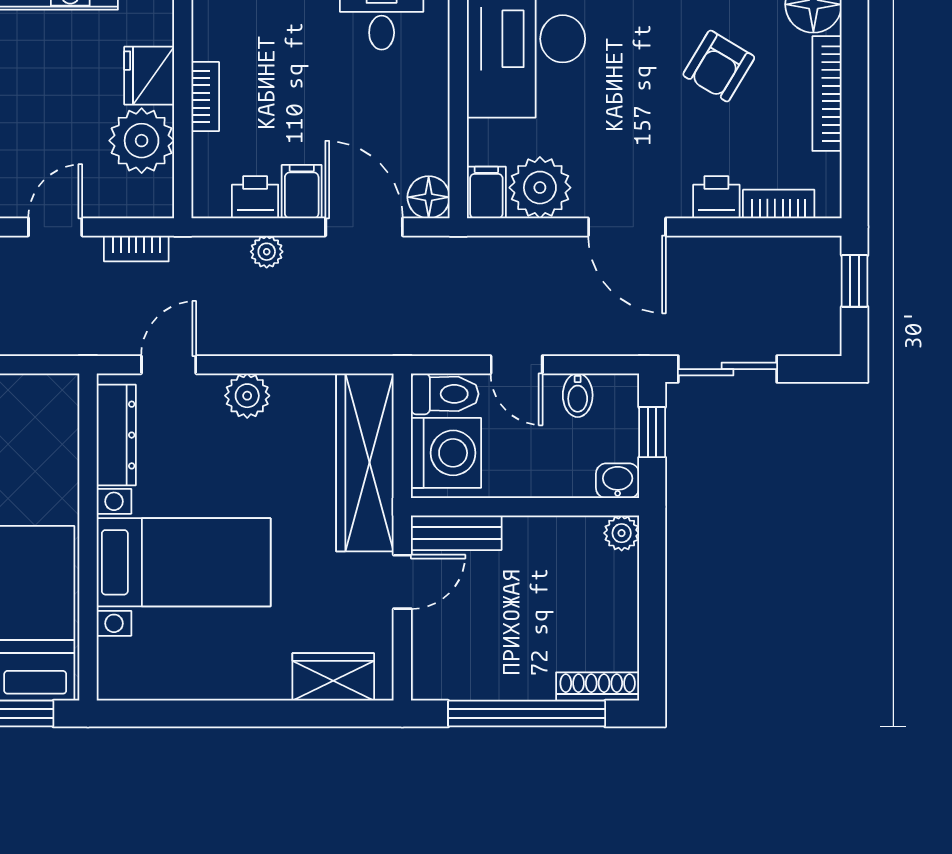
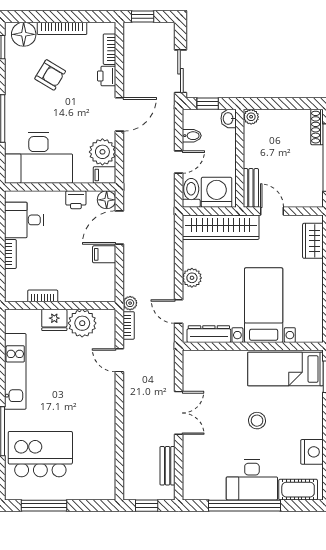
bookcase: (205, 97) -> (43, 296), moved
printer: (255, 197) -> (76, 200), moved, turned -90
plant: (267, 252) -> (130, 303), moved

